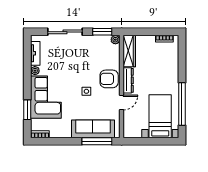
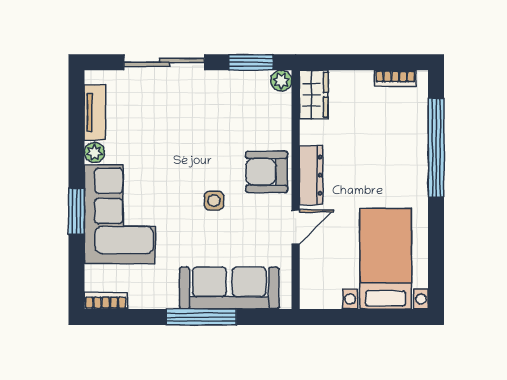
wardrobe: (129, 51) -> (314, 95), width x0.67
window: (182, 104) -> (436, 148), moved
window: (27, 110) -> (76, 211), moved
window: (97, 141) -> (201, 317), moved

